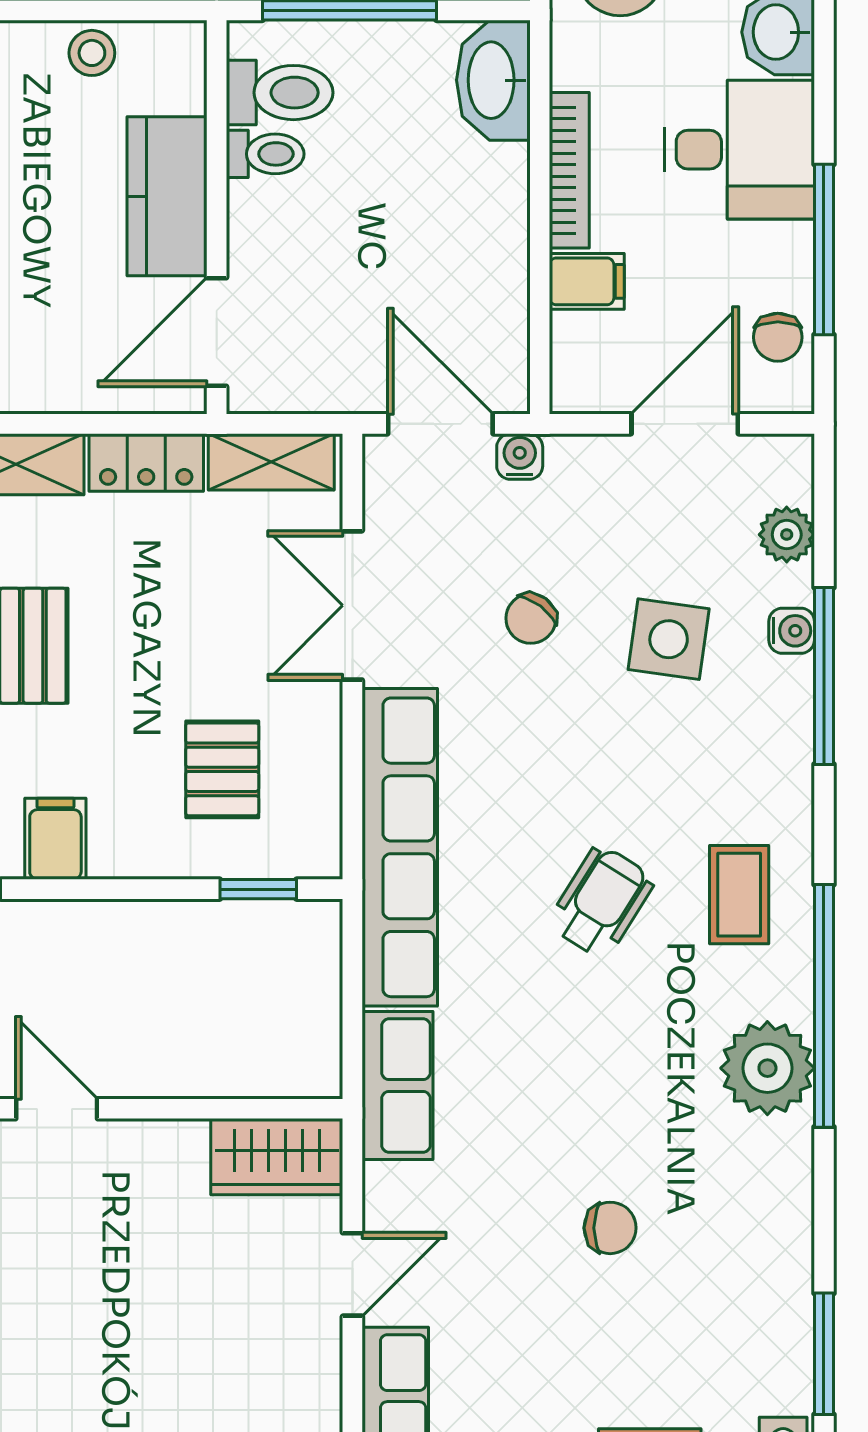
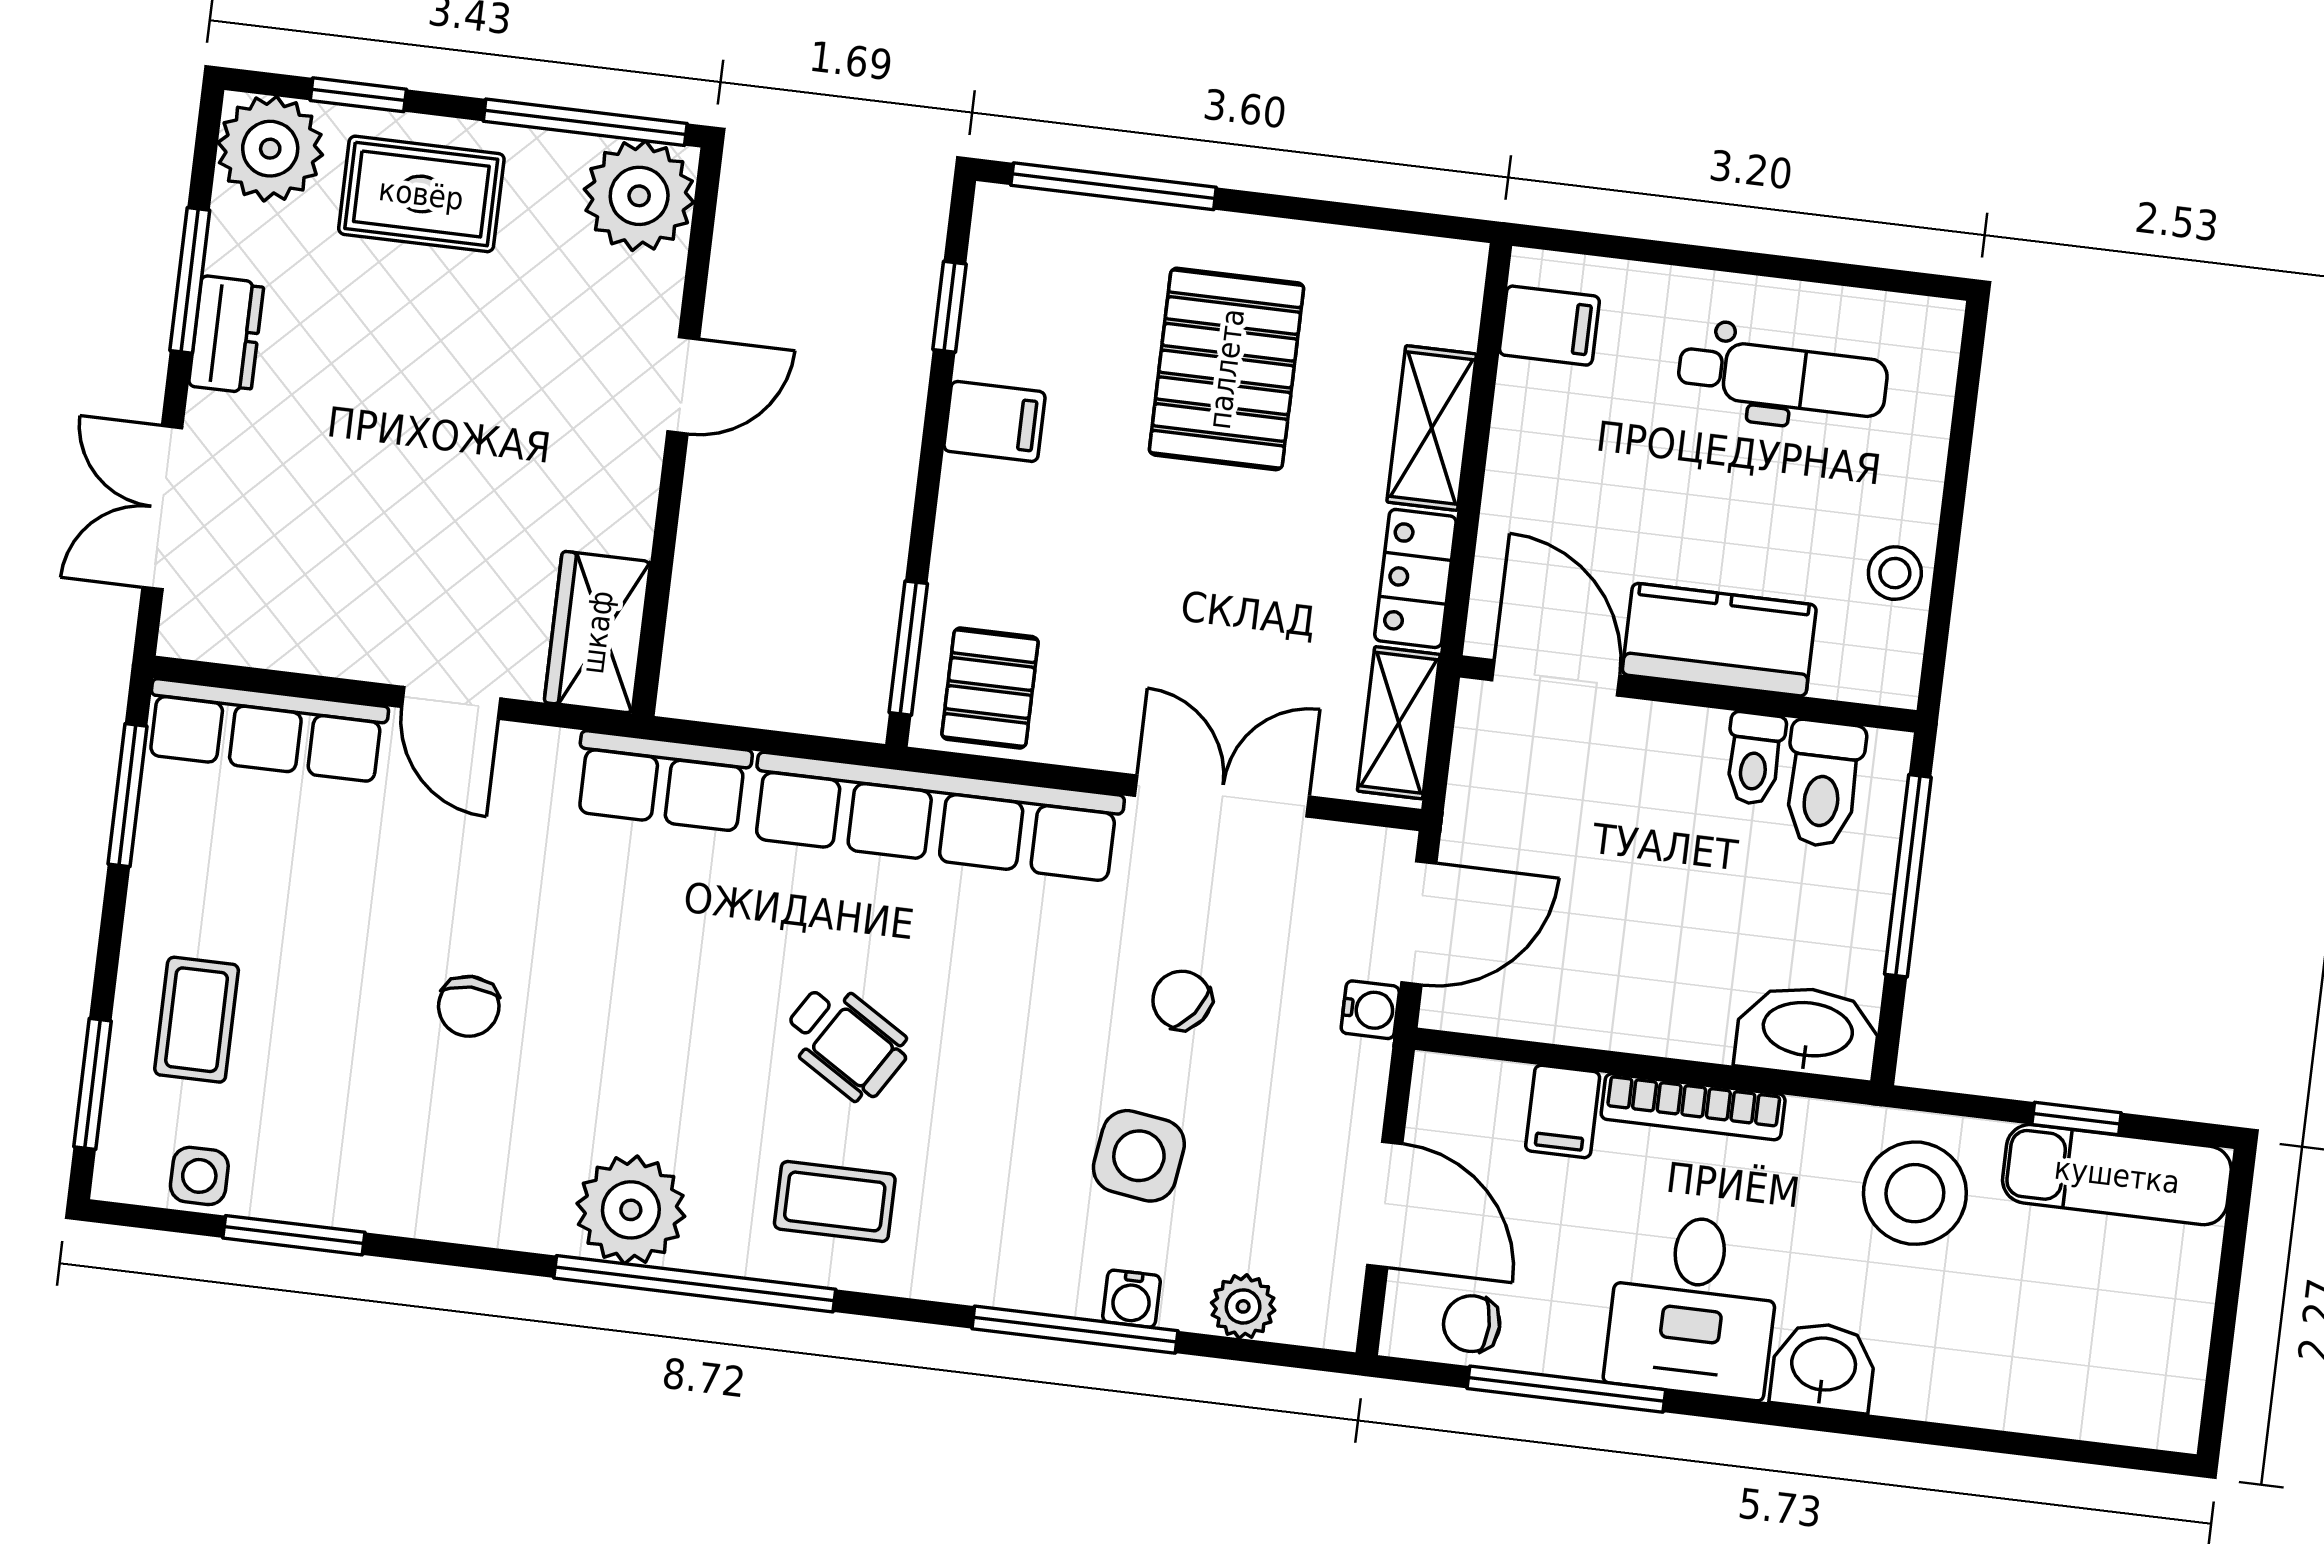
pallet: (222, 769) -> (990, 688), moved, turned 90
window: (258, 889) -> (908, 648), width x1.50

